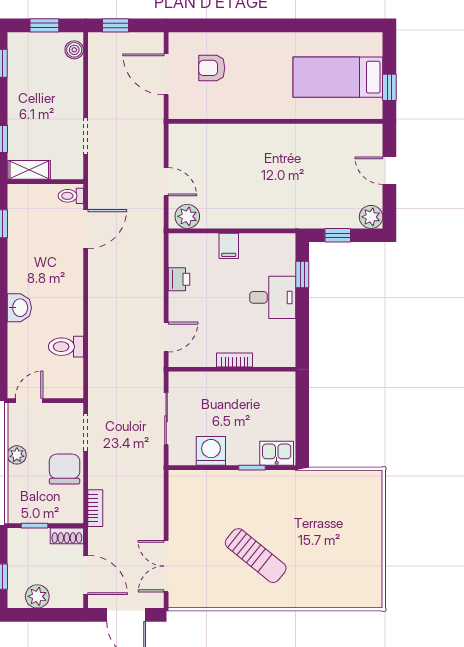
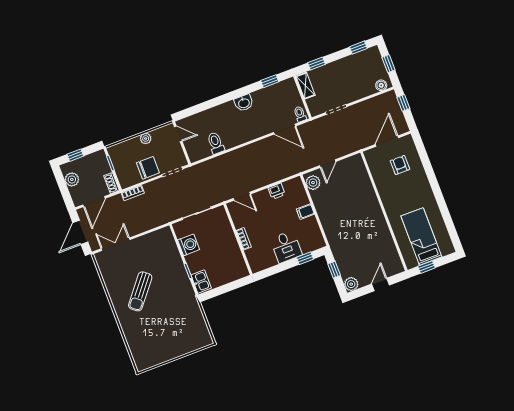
washbasin: (19, 308) -> (244, 103), moved

